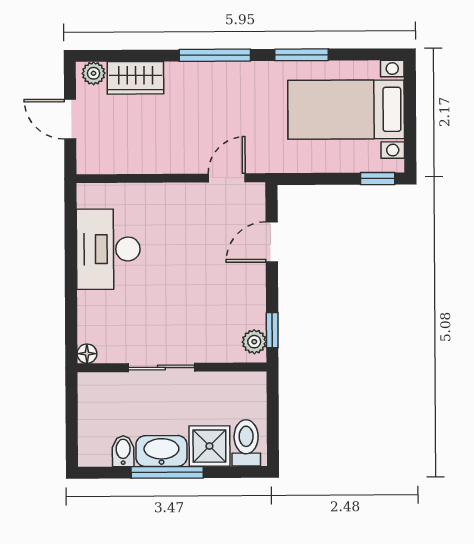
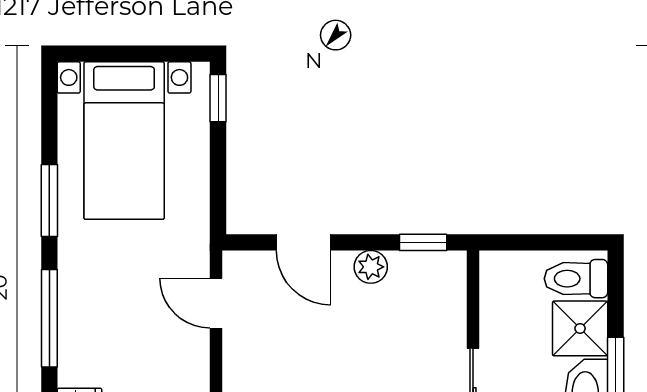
plant: (254, 342) -> (371, 267), moved

